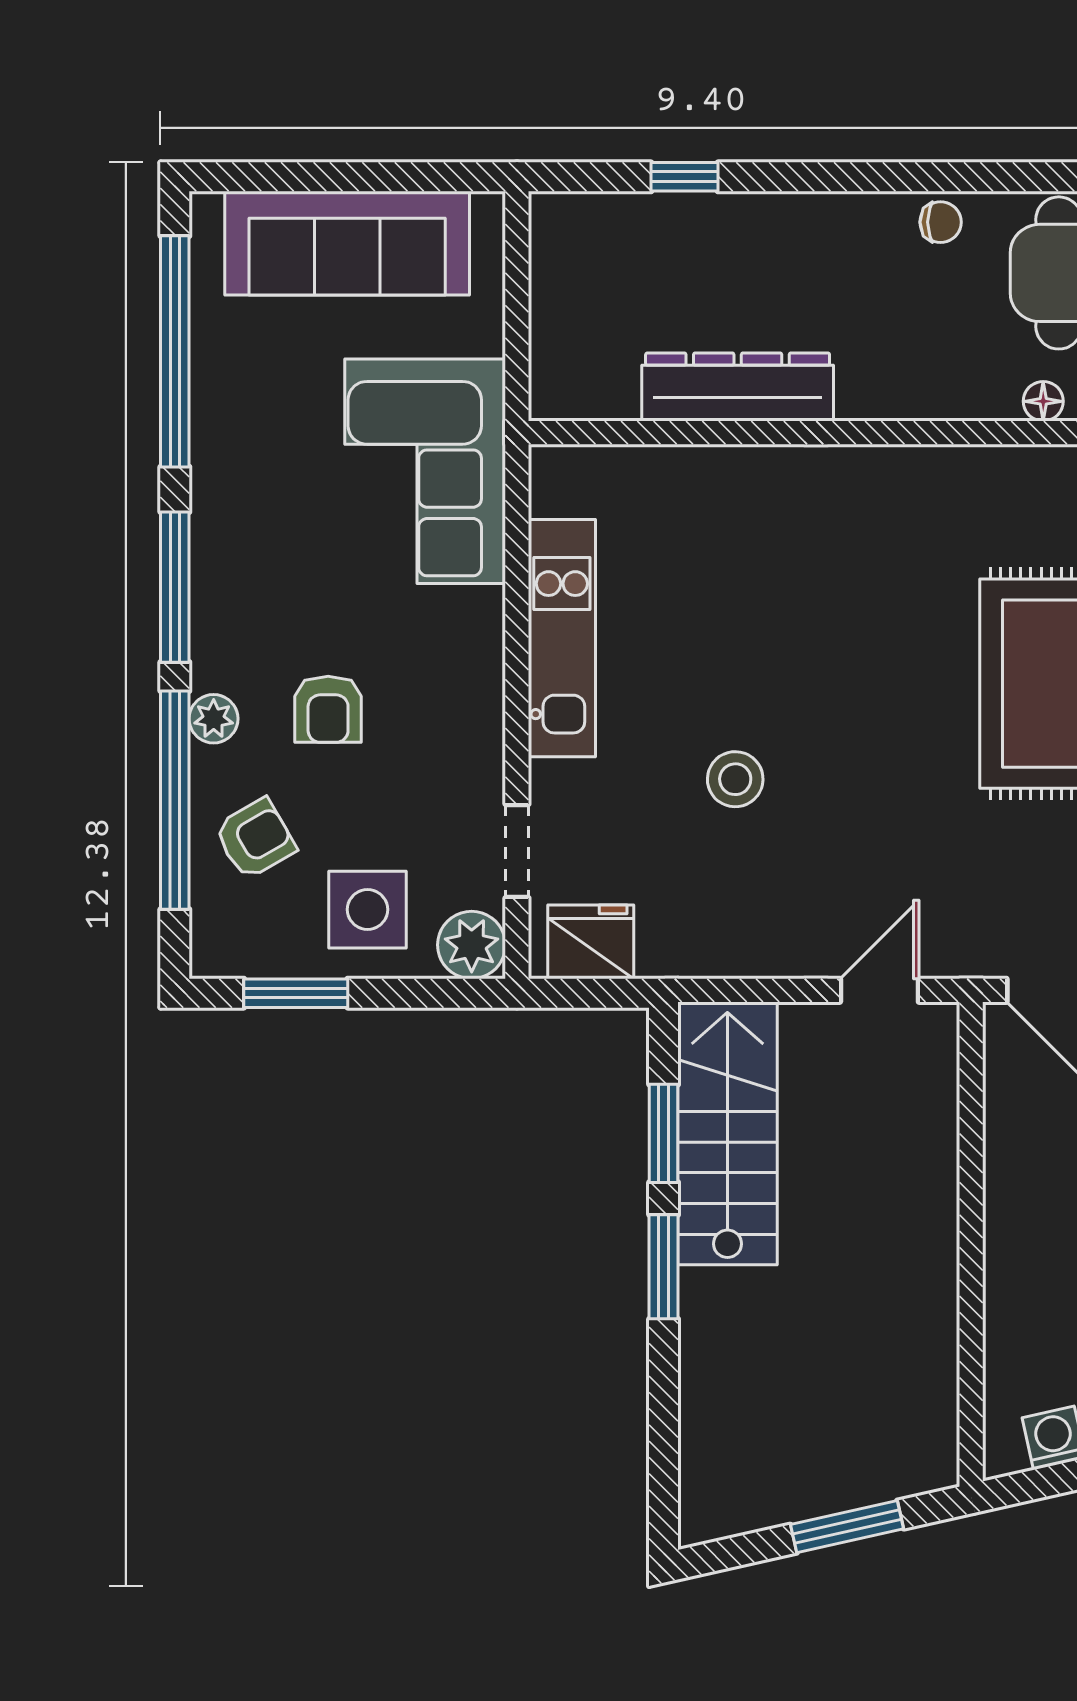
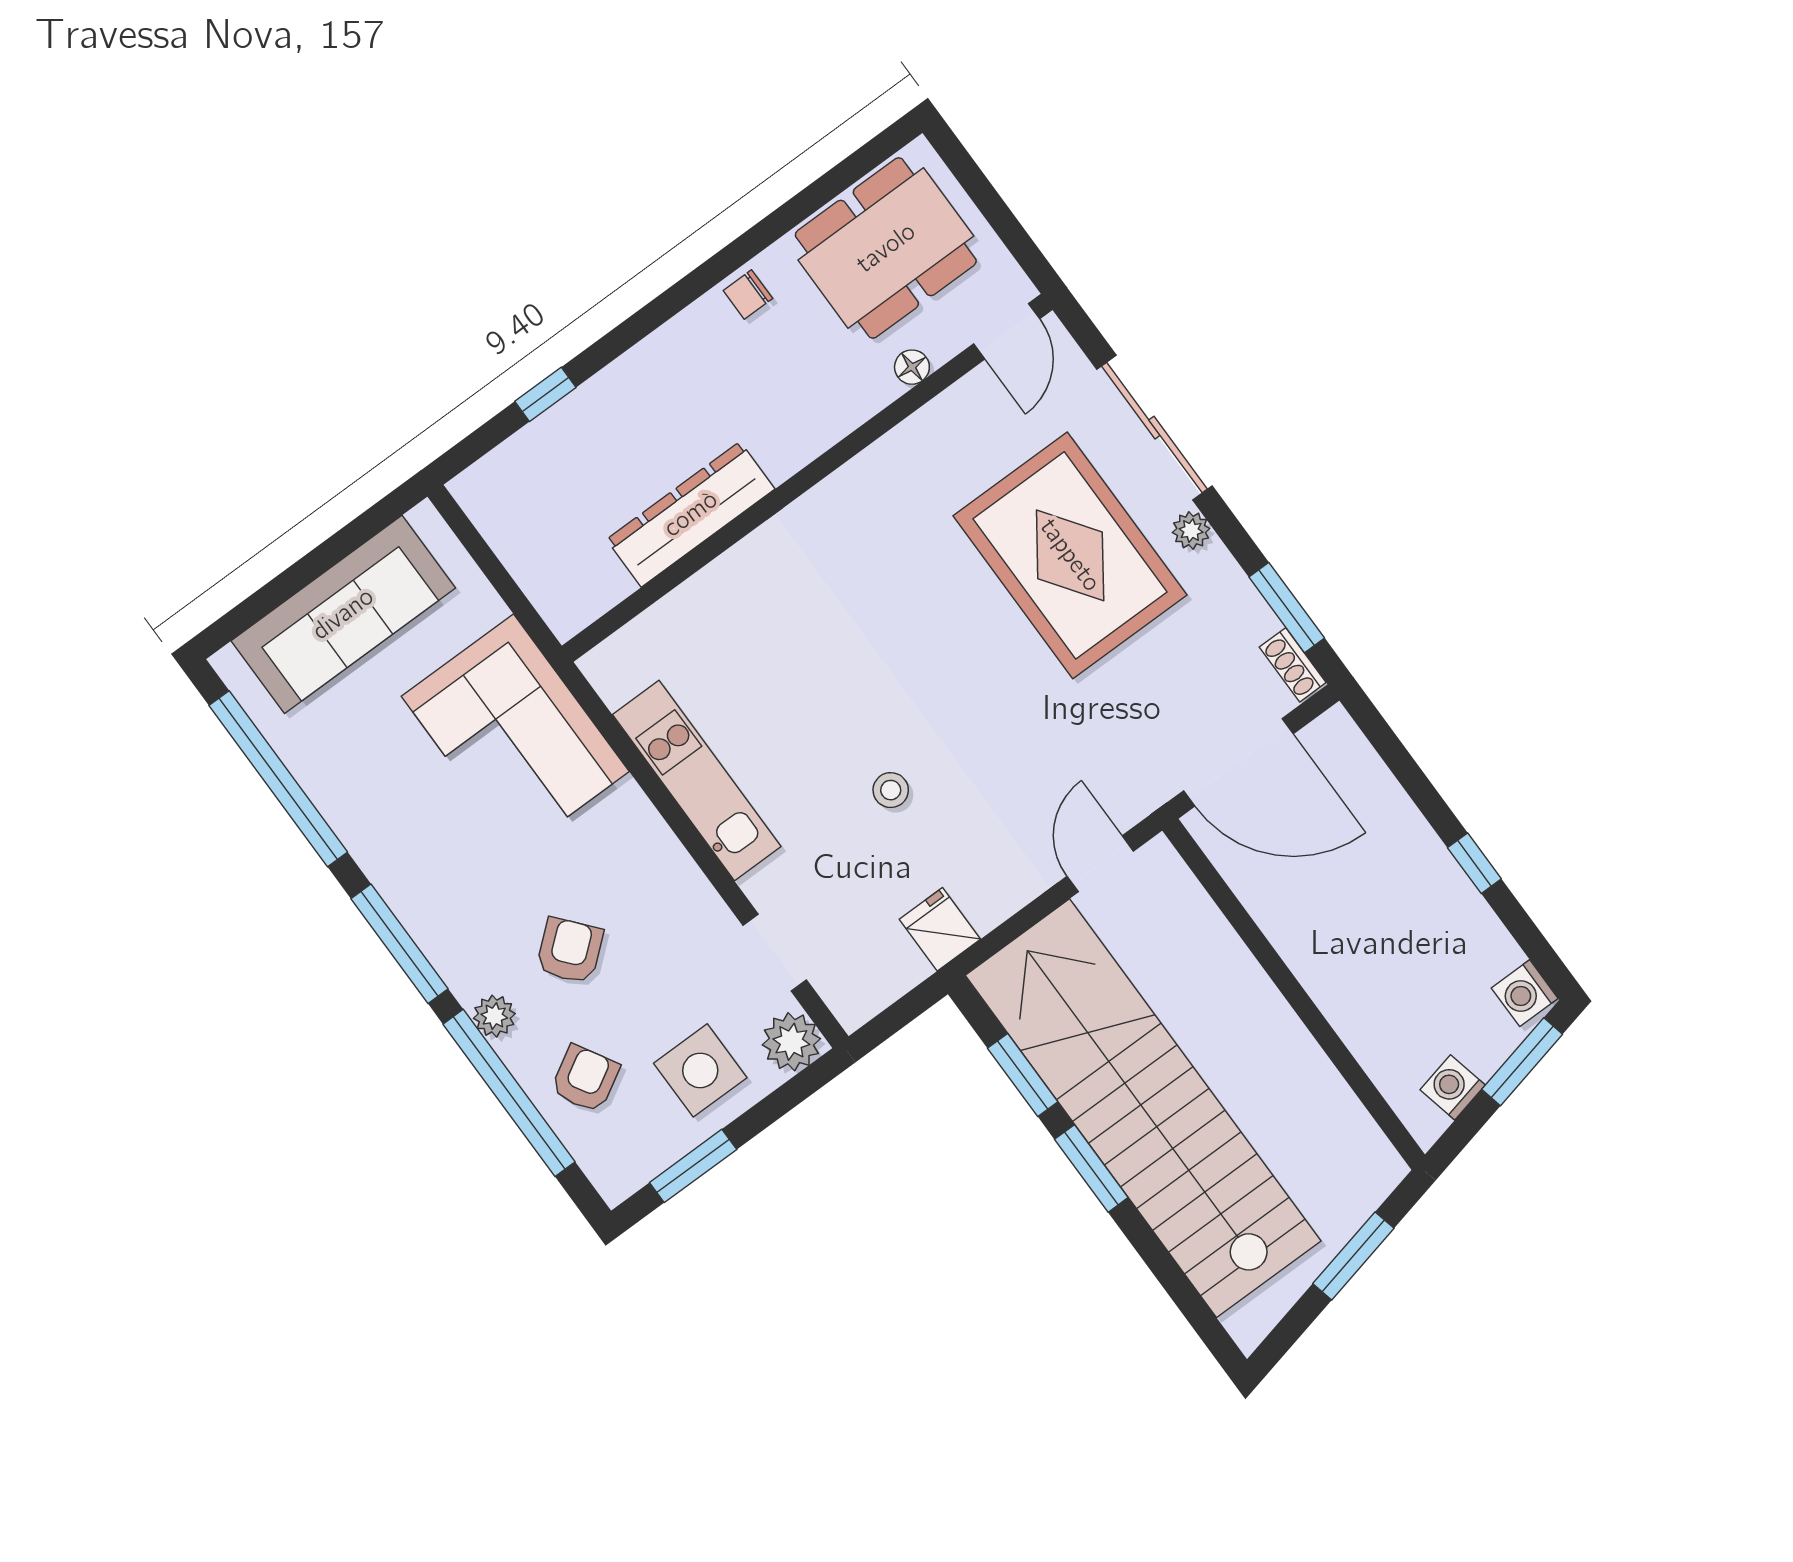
chair: (941, 222) -> (748, 294), turned 180
armchair: (328, 709) -> (570, 951), turned -130
stool: (735, 779) -> (891, 790), width x0.73, depth x0.73
fridge: (591, 942) -> (940, 929), moved, width x0.72
stairs: (727, 1133) -> (1143, 1108), width x1.86, depth x1.51

